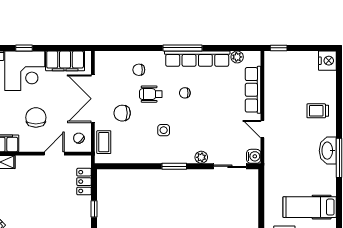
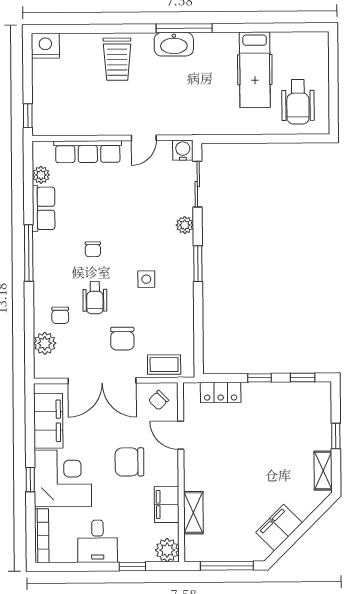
plant: (119, 59) -> (45, 343), added
row of seats: (197, 59) -> (44, 208), width x0.50
trolley: (318, 111) -> (117, 59), width x1.36, depth x1.39

